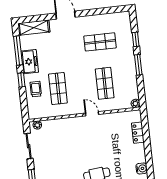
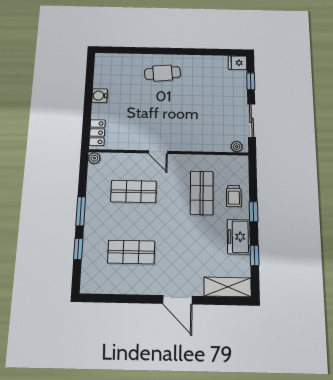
window: (18, 50) -> (254, 255), width x0.46
shop shelf: (105, 83) -> (134, 191), turned 90
locker: (138, 133) -> (97, 133), moved
water cooler: (142, 168) -> (100, 96), moved

